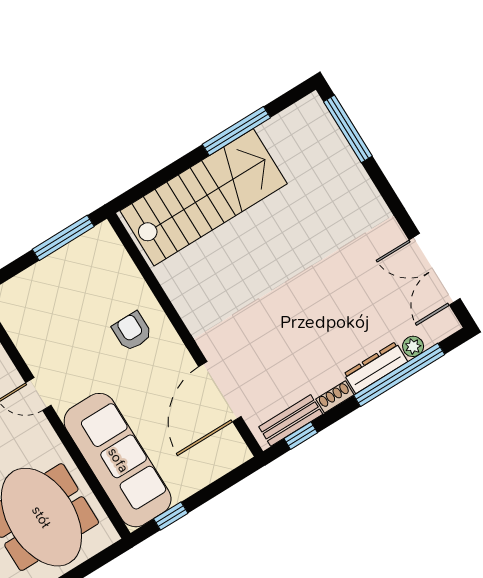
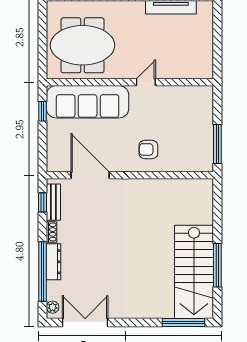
stairs: (204, 197) -> (194, 272), moved
armchair: (132, 331) -> (148, 149), turned 180
plant: (413, 346) -> (53, 307), moved

